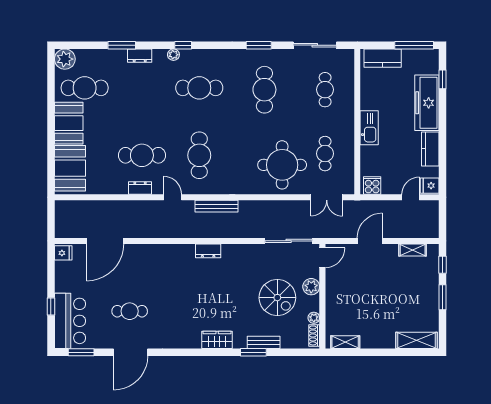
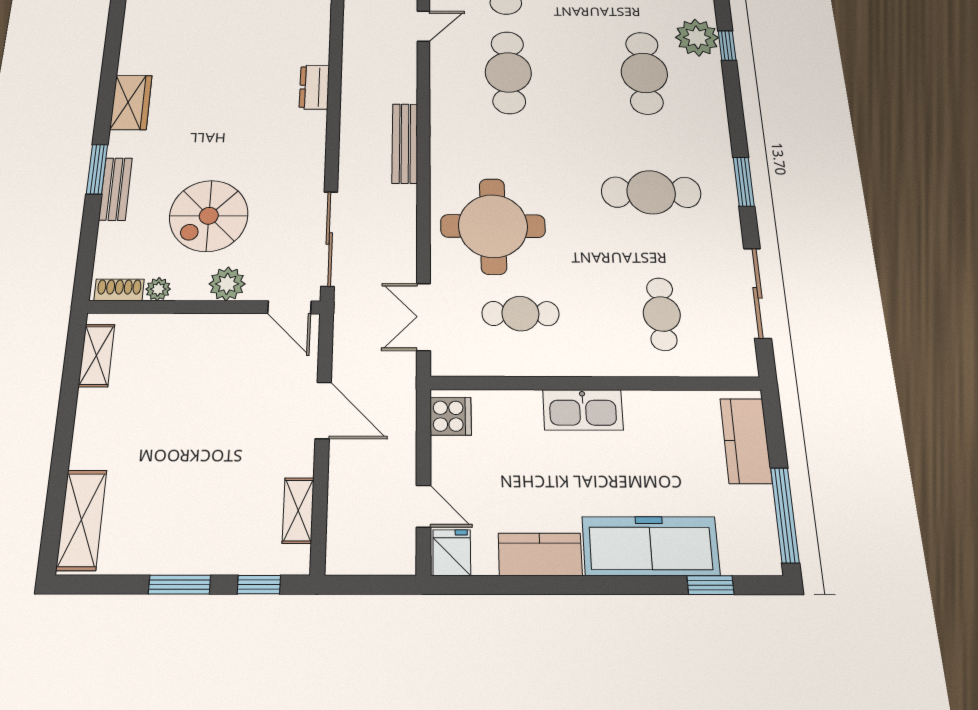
plant: (173, 55) -> (697, 37), width x1.88, depth x1.88
cafe table: (325, 90) -> (662, 314), turned 90
cafe table: (199, 155) -> (508, 72), turned 90
bench: (217, 206) -> (405, 143), moved

